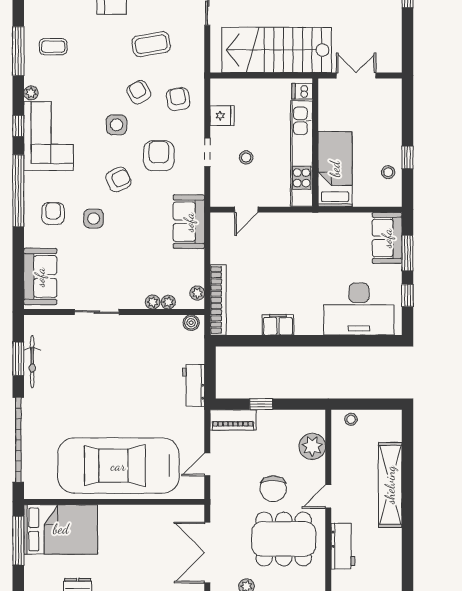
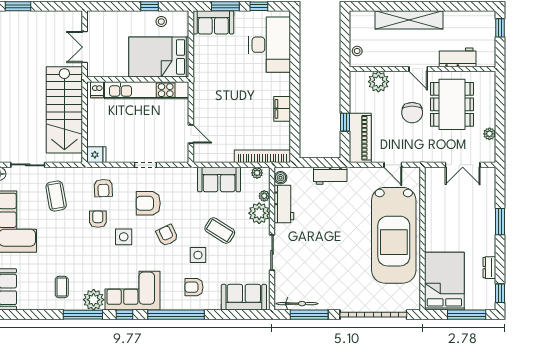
coffee table: (151, 44) -> (56, 196), moved
window: (18, 51) -> (83, 315), moved
armchair: (139, 92) -> (98, 219), turned 119
plant: (31, 93) -> (94, 300), width x1.88, depth x1.88
armchair: (178, 99) -> (103, 188), turned -83
fridge: (222, 116) -> (96, 155), moved, turned 90
stool: (246, 158) -> (150, 134), removed
bed: (335, 169) -> (159, 57), width x1.50
sofa: (189, 222) -> (219, 179), moved
coffee table: (125, 246) -> (220, 230), added
plant: (153, 302) -> (259, 213), width x1.88, depth x1.88
workbench: (158, 327) -> (284, 204), added
window: (18, 359) -> (309, 315), width x1.44
bicycle: (32, 362) -> (297, 304), moved
piano: (233, 420) -> (360, 138), width x1.37, depth x1.33
chair: (273, 489) -> (412, 113), turned 90
window: (18, 541) -> (467, 315), moved
double door: (207, 553) -> (463, 165), width x0.73

